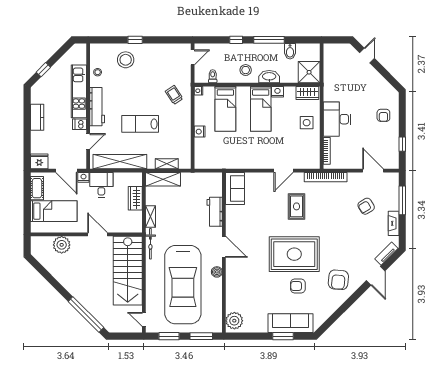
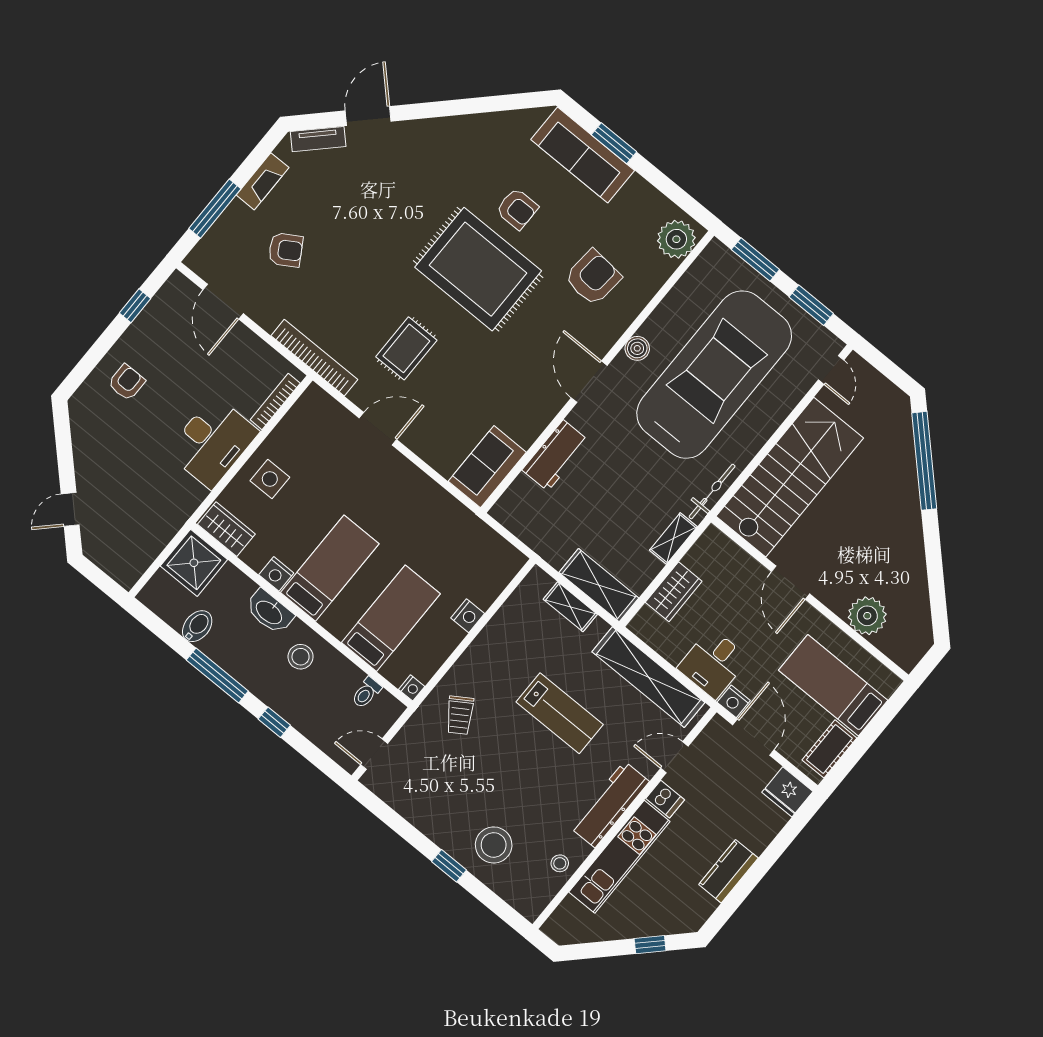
armchair: (338, 280) -> (593, 277), moved

